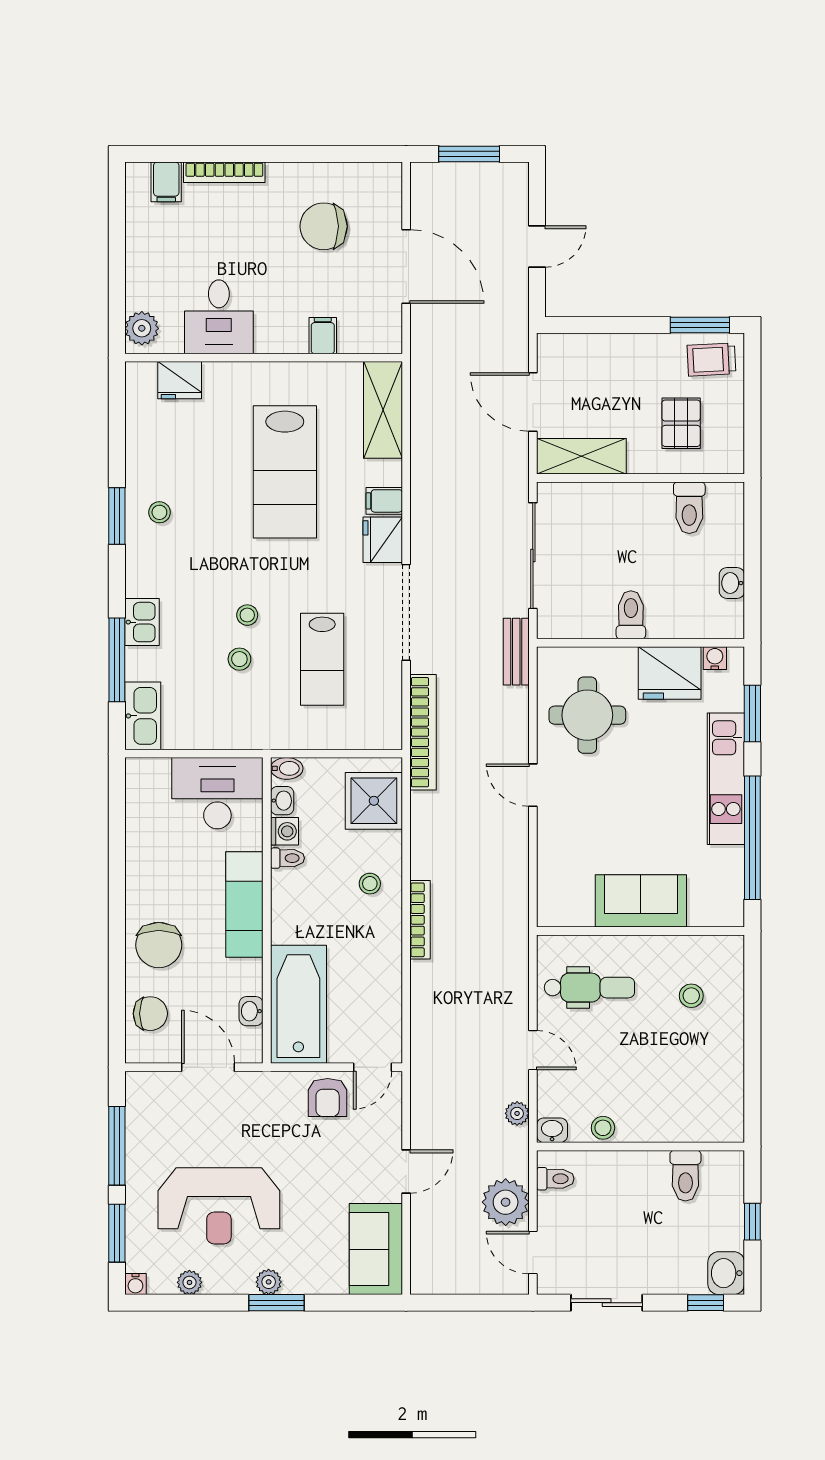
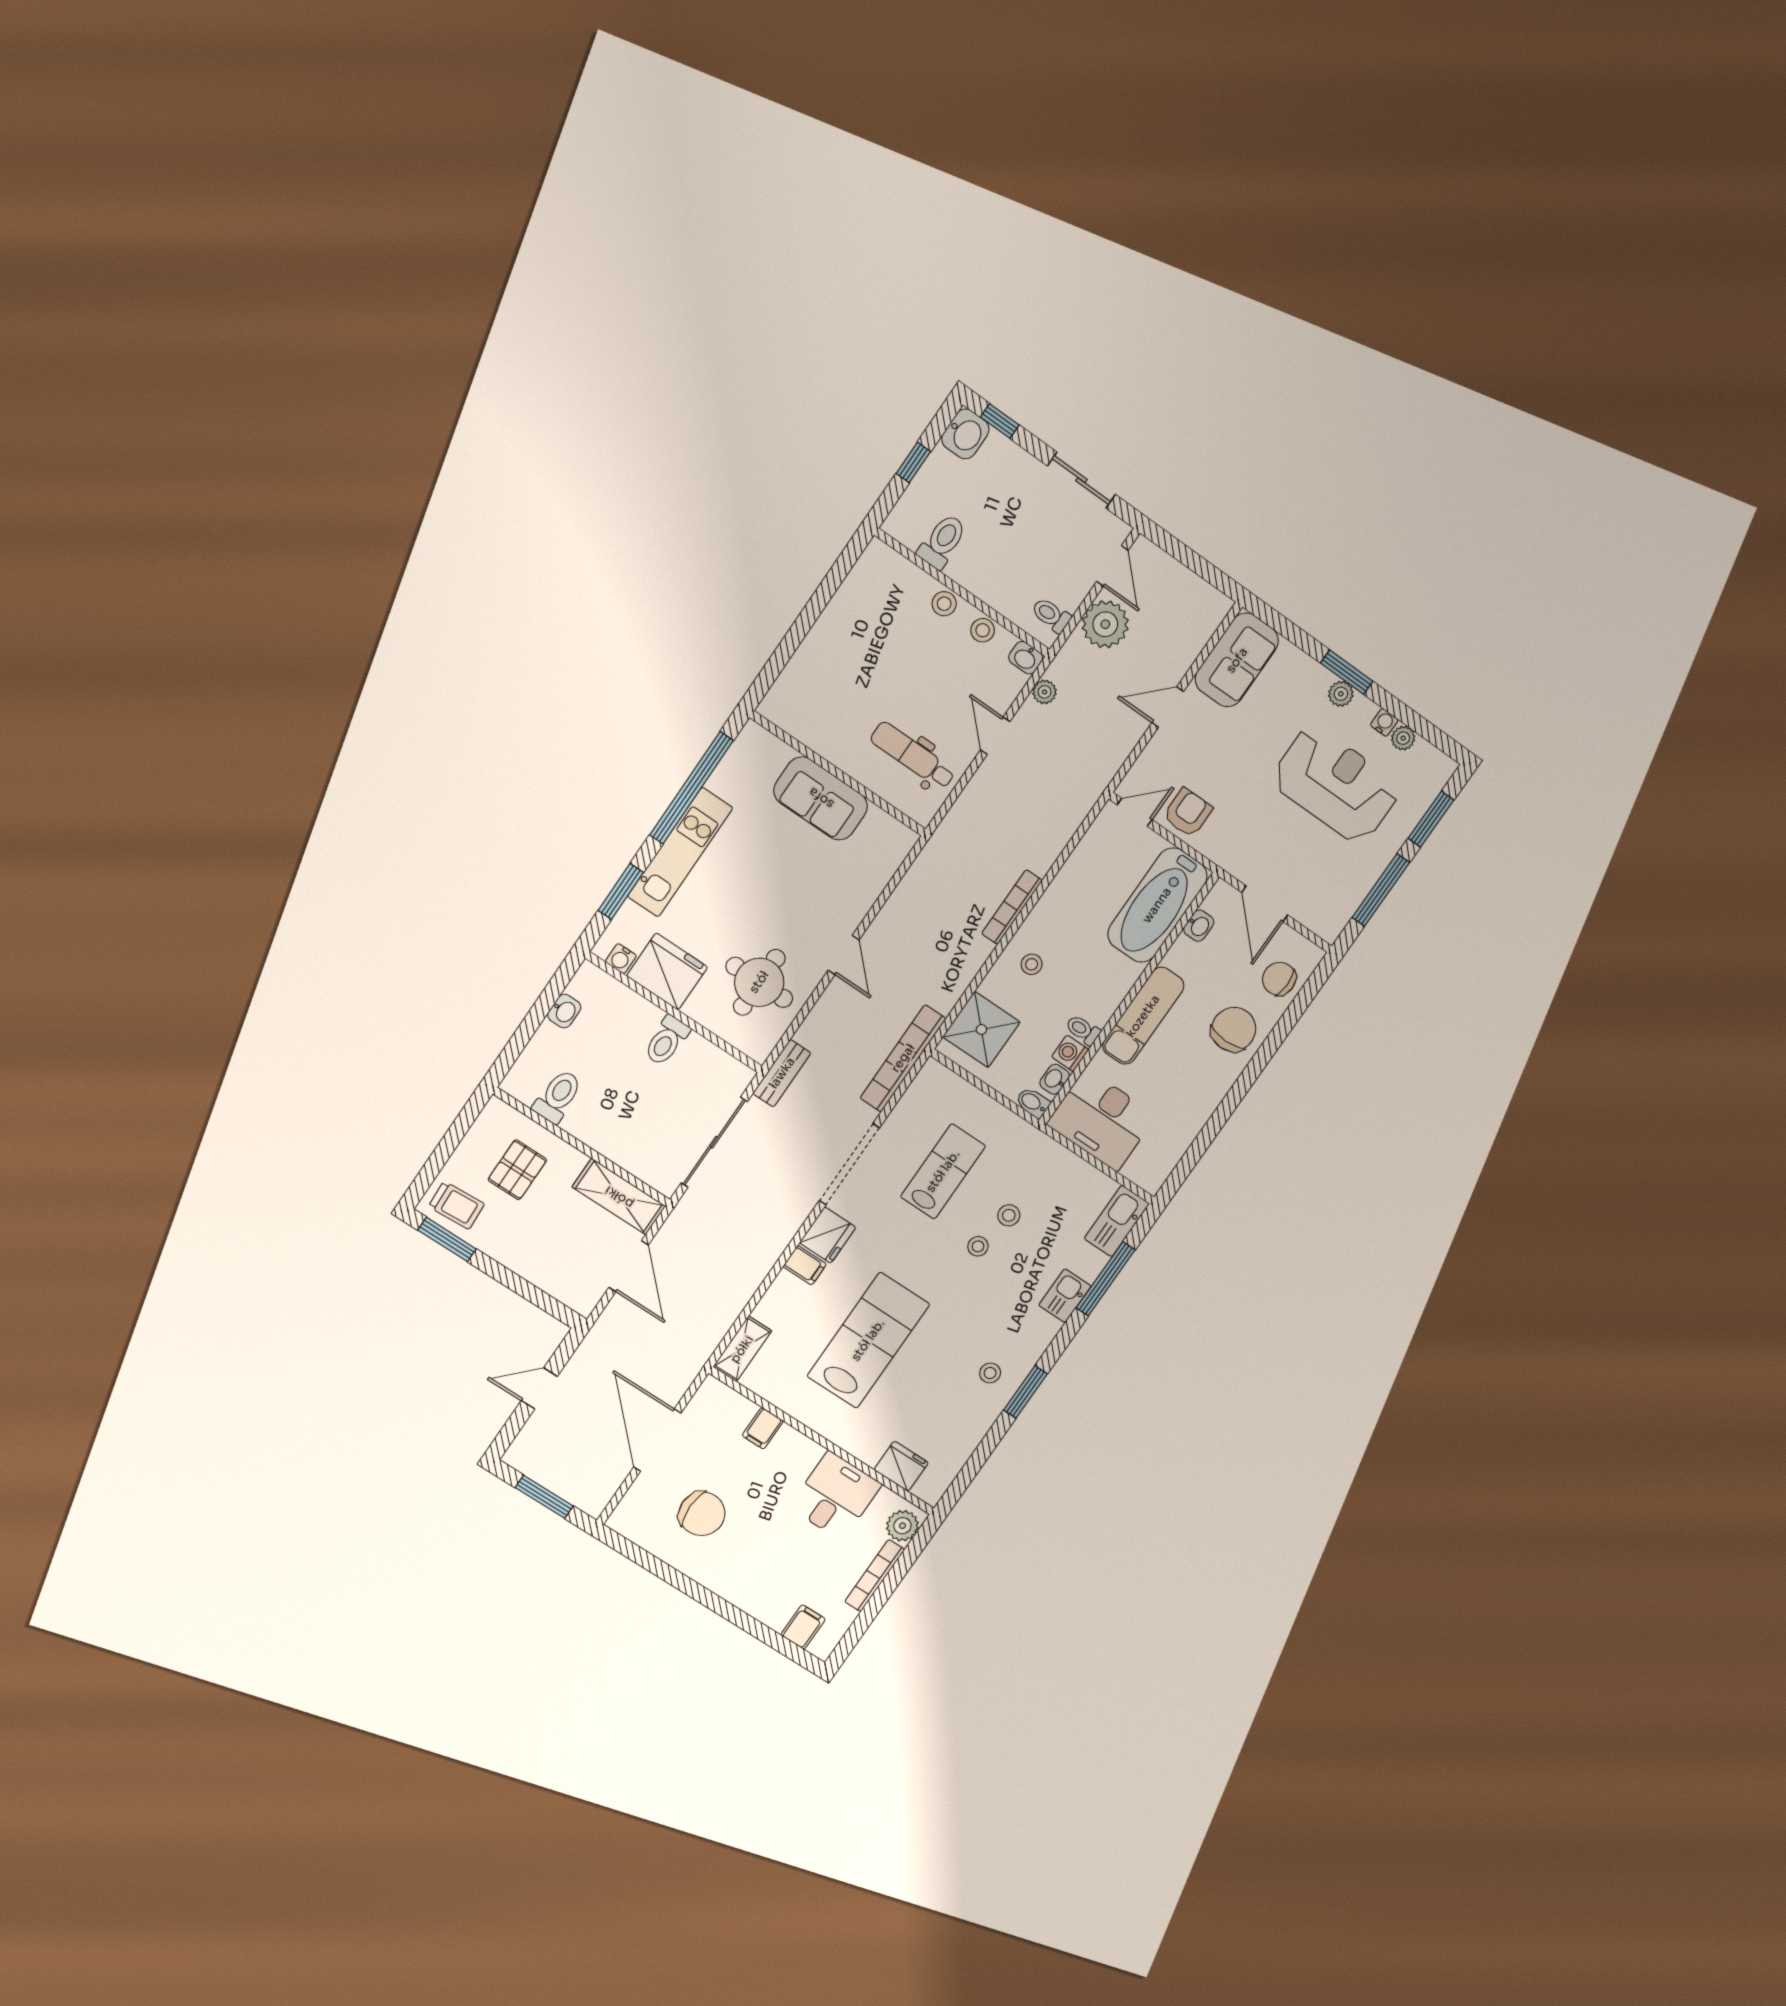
bookcase: (224, 172) -> (875, 1576), moved, turned -90
shelving: (383, 410) -> (742, 1349), width x0.67, depth x0.75
stool: (691, 996) -> (944, 604), moved
water cooler: (135, 1284) -> (1384, 722), moved

